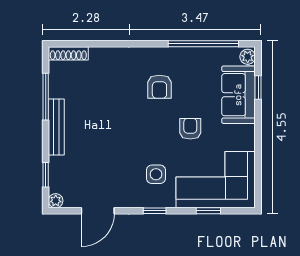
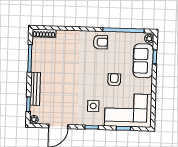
armchair: (159, 87) -> (100, 42), moved, turned -90
bench: (56, 127) -> (35, 89), moved

